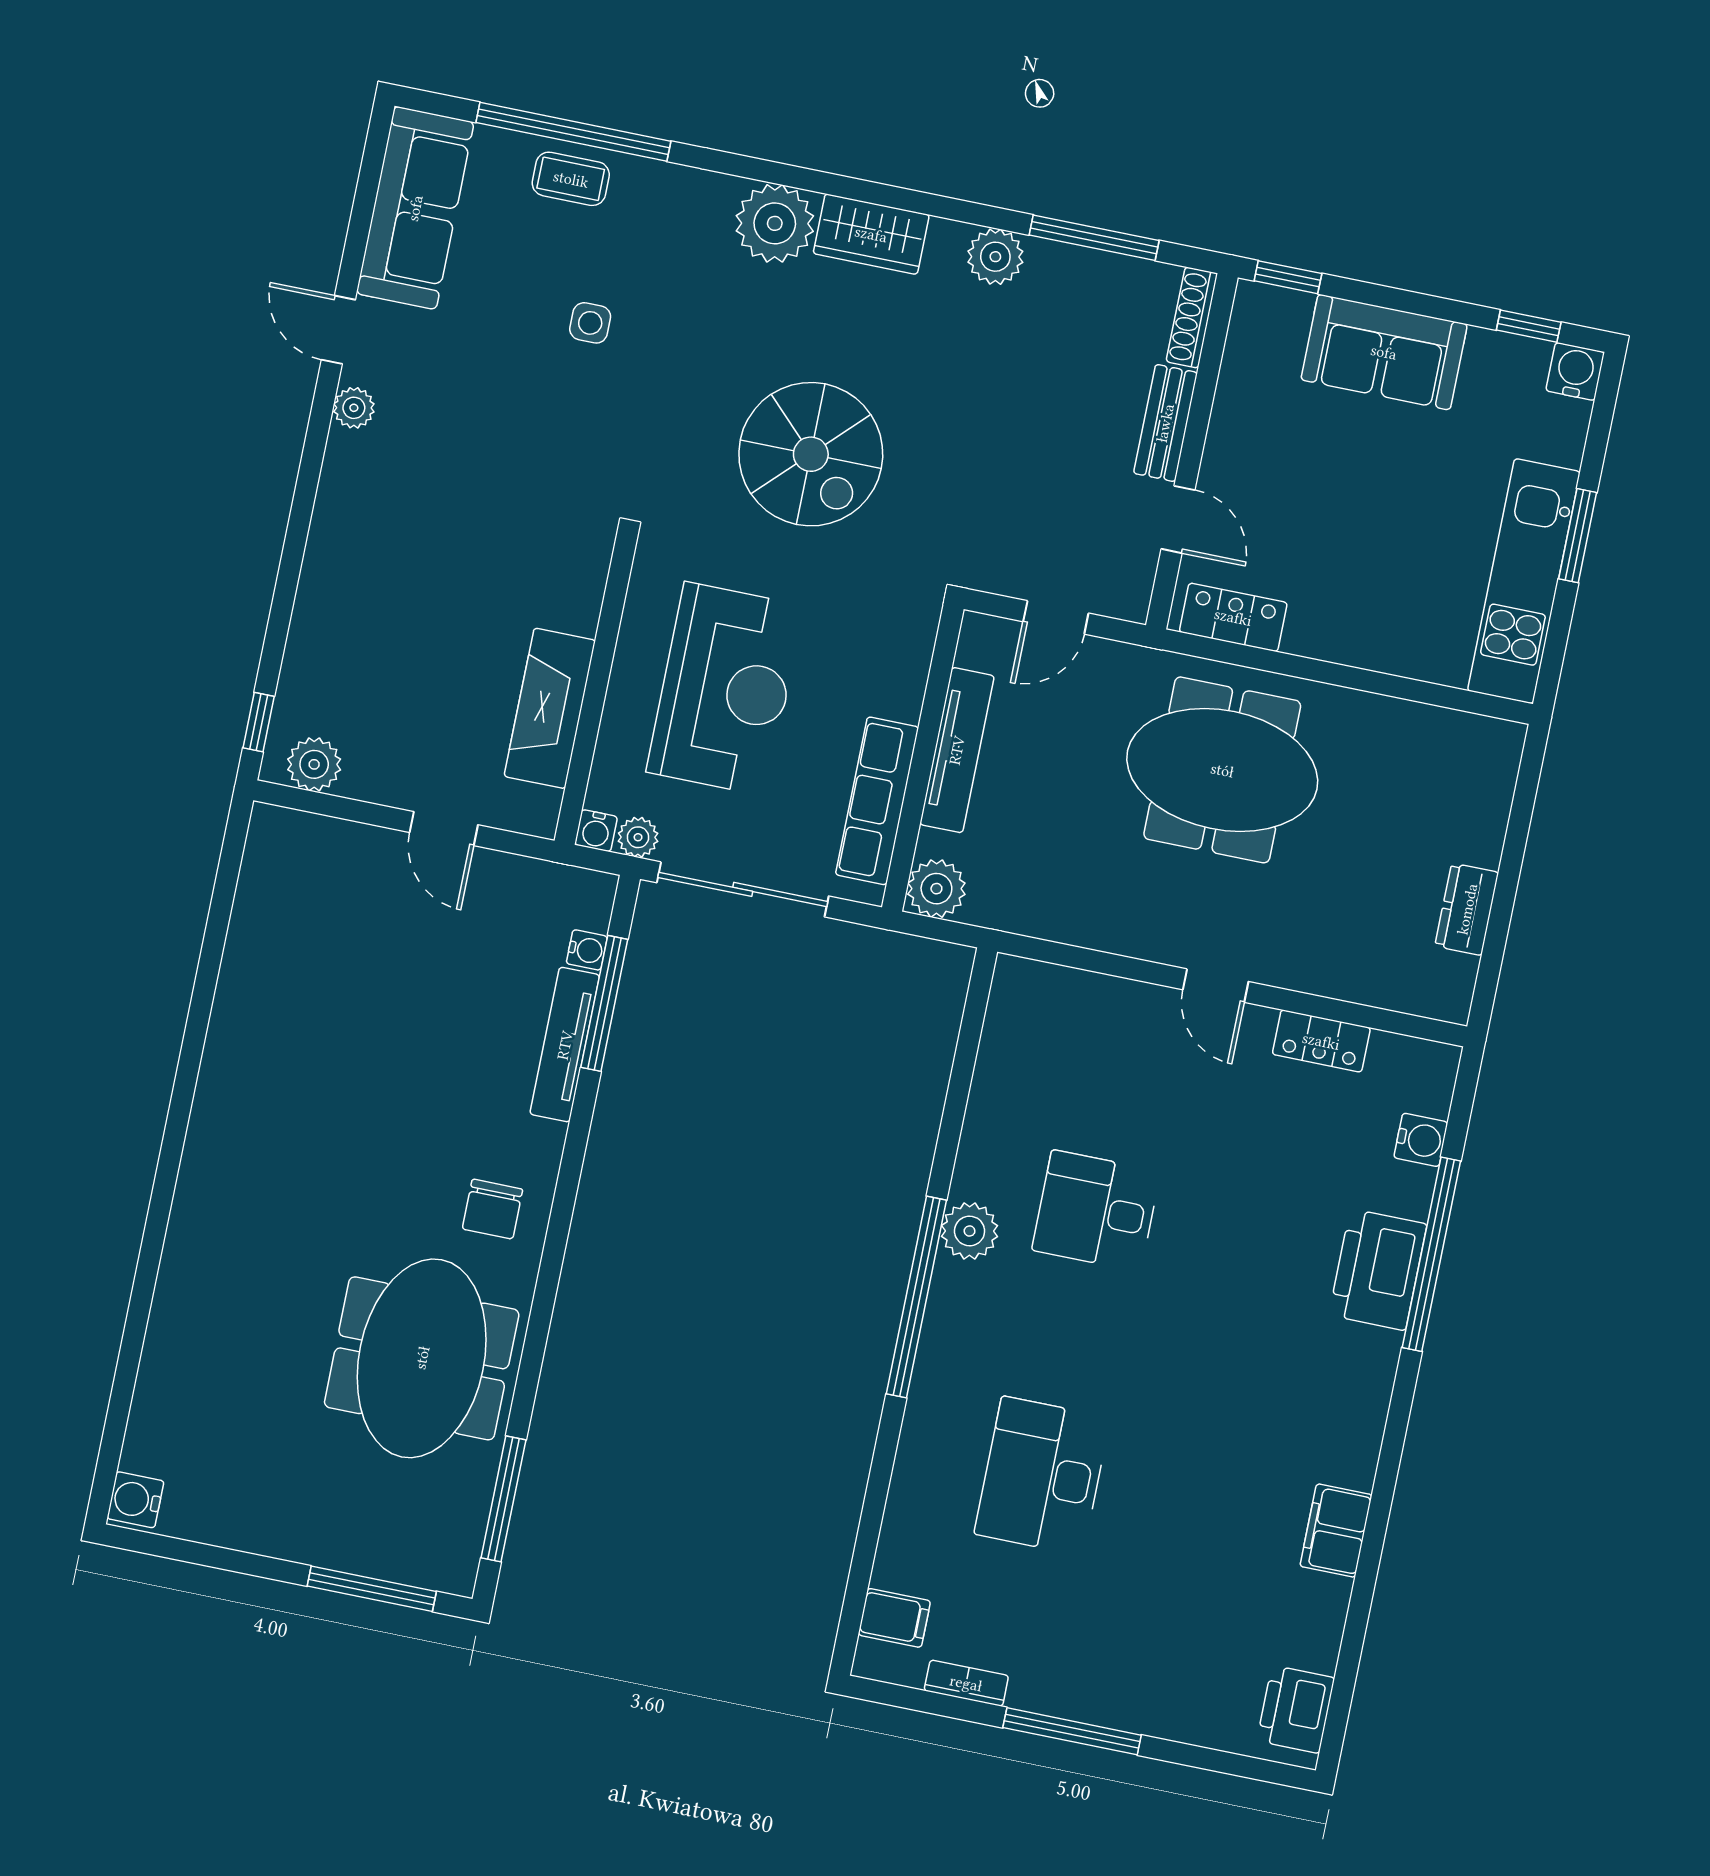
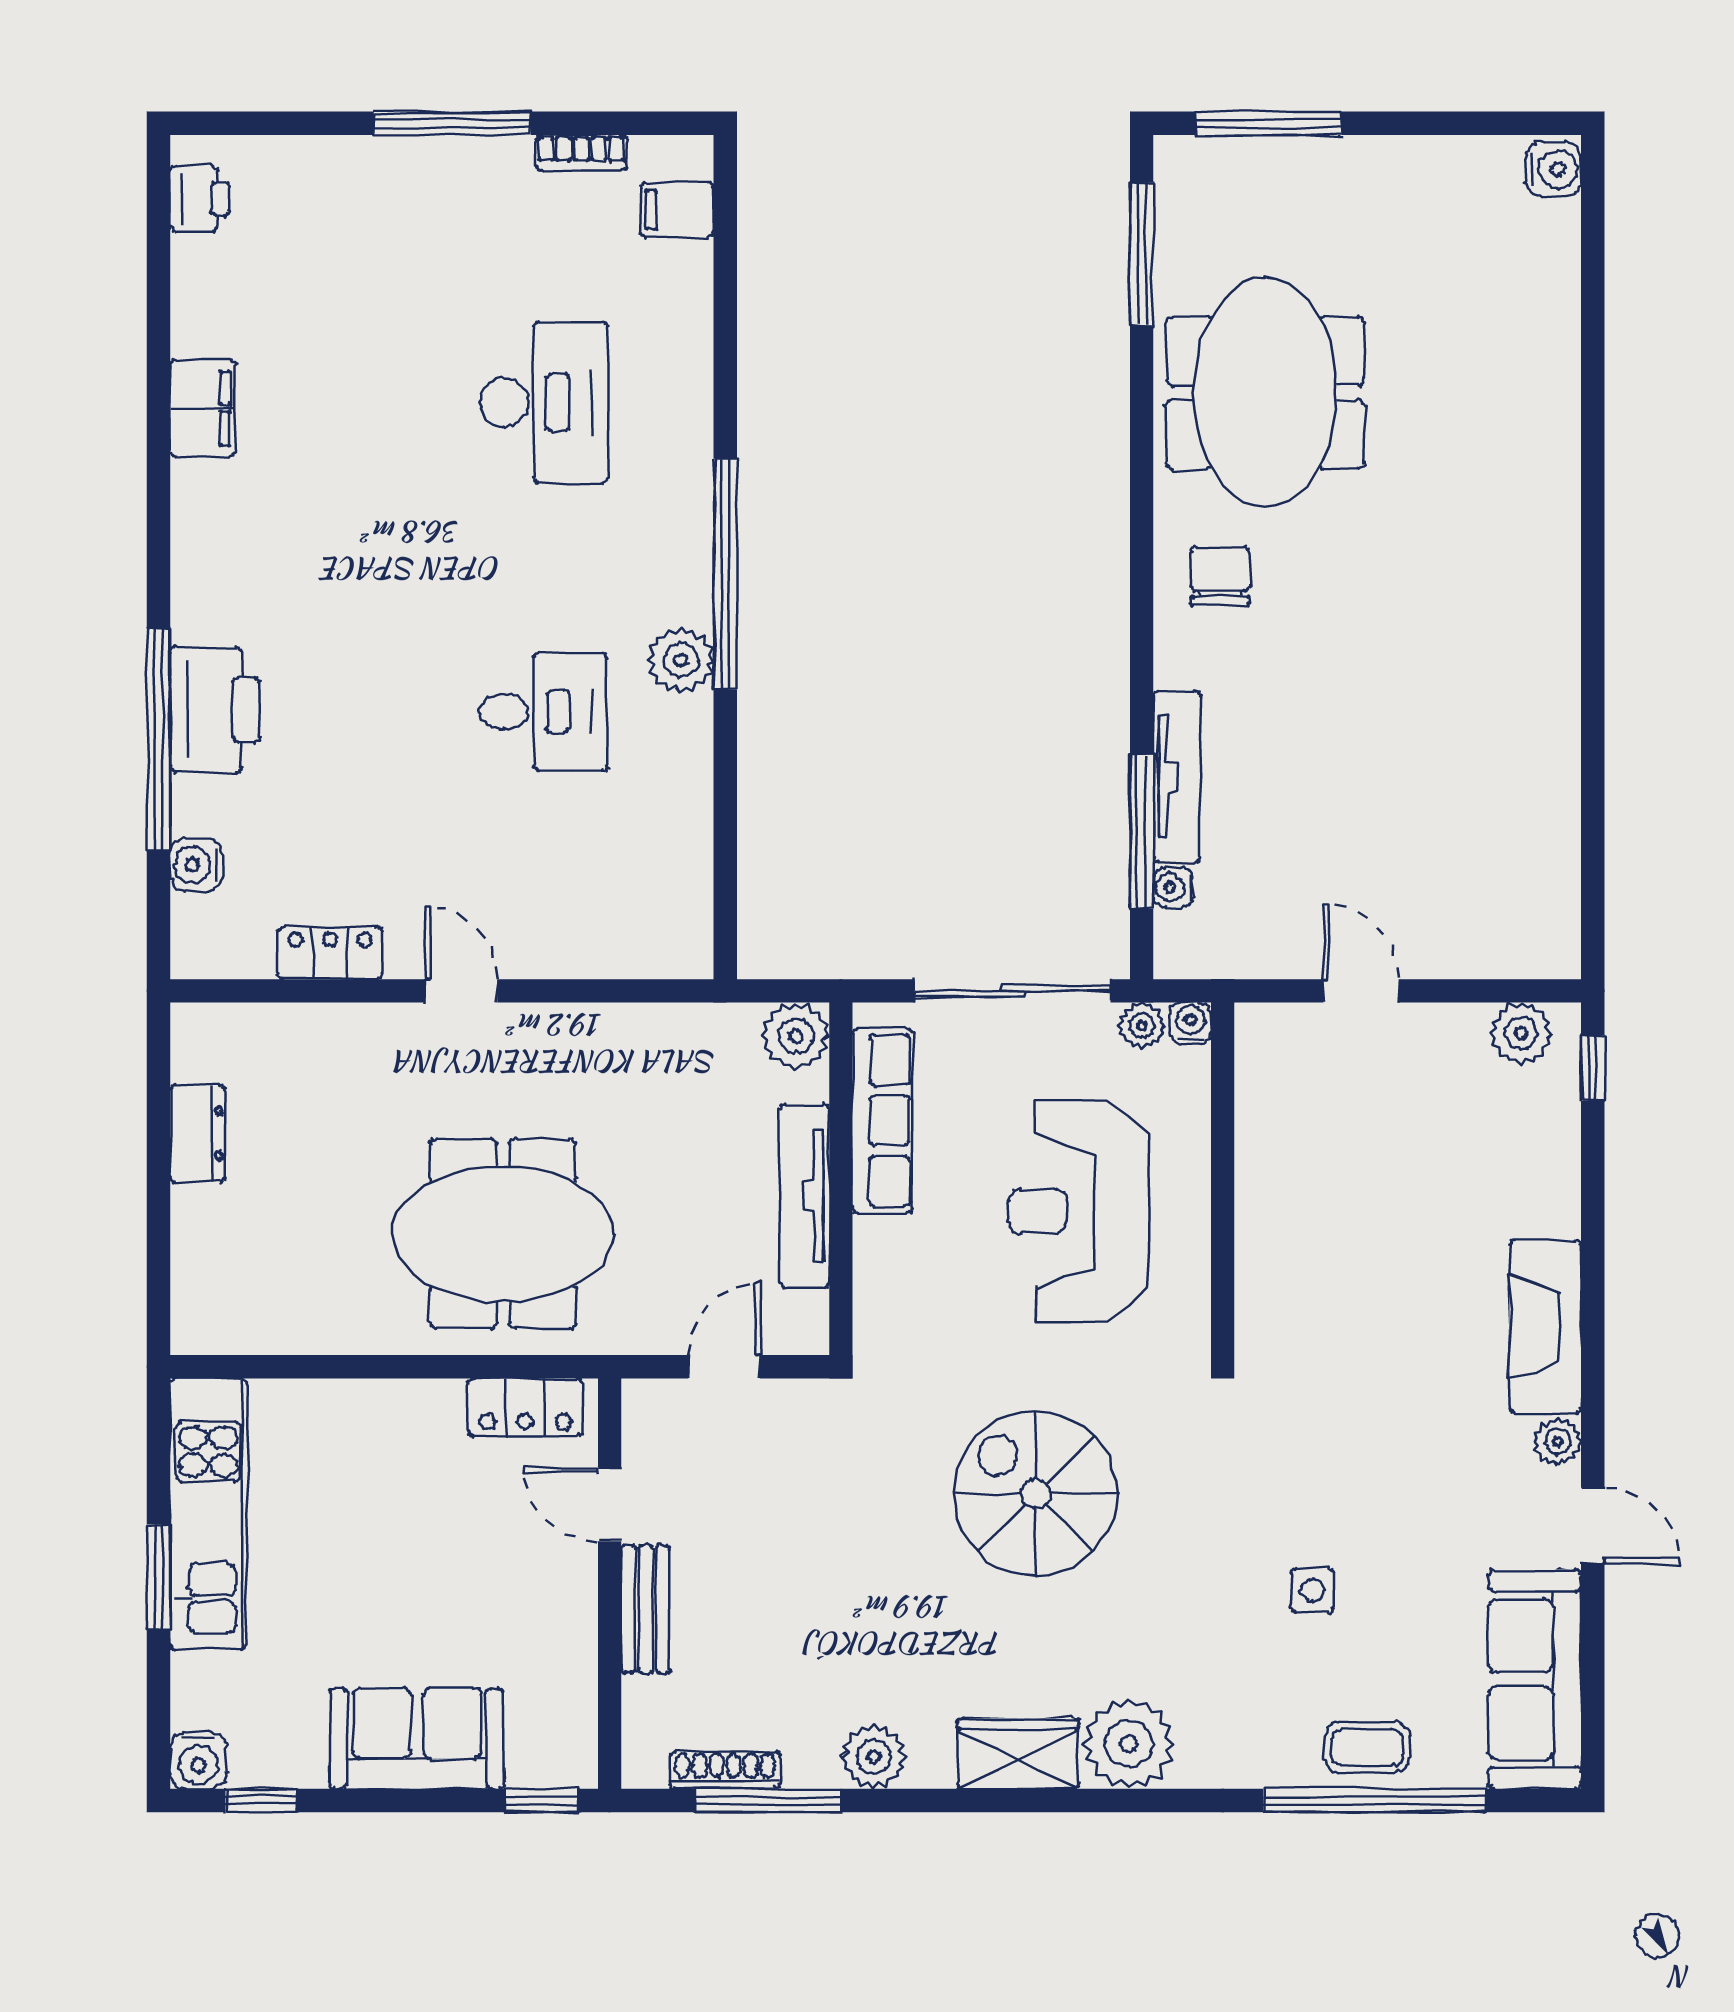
shoe rack: (1192, 318) -> (725, 1770), moved, turned -90
fireplace: (550, 708) -> (1545, 1326), moved, turned 180
printer: (1296, 1709) -> (200, 199), width x0.73, depth x0.81

